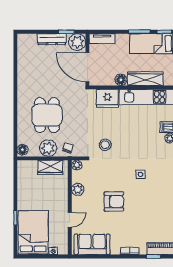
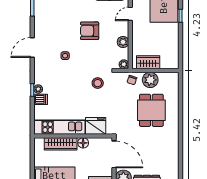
floor lamp: (22, 150) -> (174, 79), removed

